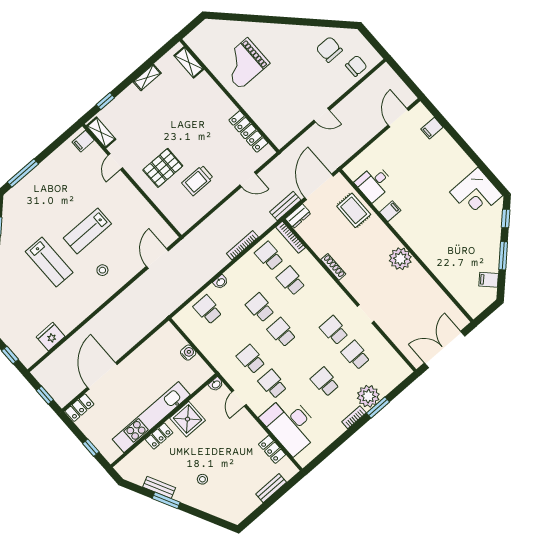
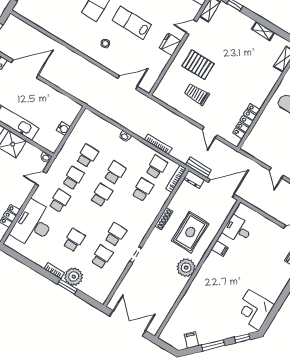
rug: (354, 210) -> (190, 232), moved, width x1.36, depth x1.43
school desk: (208, 310) -> (87, 156), moved
fridge: (51, 337) -> (170, 44), moved, turned -90

